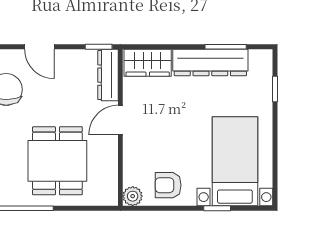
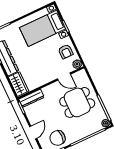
door: (120, 120) -> (64, 77), moved

